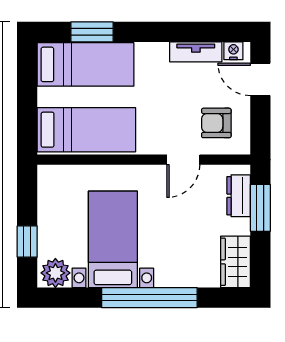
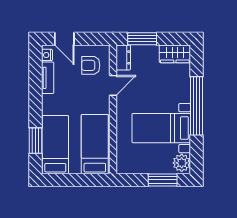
door: (260, 79) -> (64, 39), hinge flipped
armchair: (216, 123) -> (91, 65), turned 90
door: (183, 160) -> (113, 85), hinge flipped
dresser: (239, 196) -> (123, 57), moved, turned -90
window: (27, 242) -> (163, 180), width x1.50

